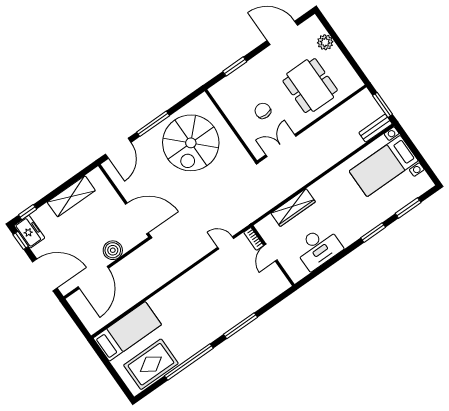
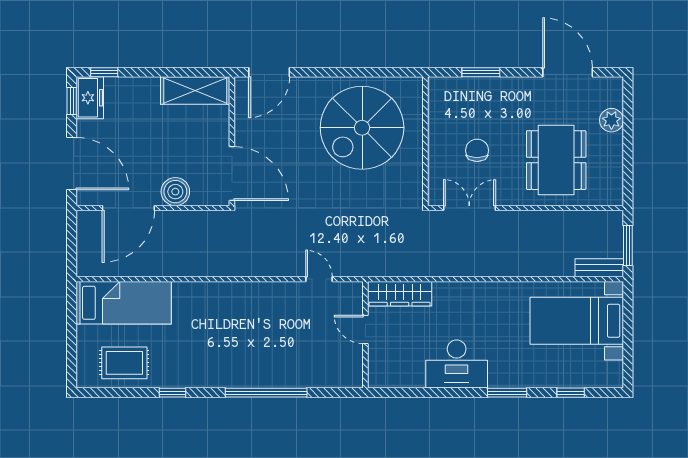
window: (153, 124) -> (332, 72), removed
shelving: (71, 196) -> (195, 90), moved
wardrobe: (293, 208) -> (400, 294), moved
window: (408, 208) -> (571, 393), width x0.67
bookcase: (254, 239) -> (356, 298), removed
desk: (318, 248) -> (457, 364), moved
door: (271, 253) -> (365, 329), hinge flipped
window: (240, 326) -> (266, 393), width x1.46
window: (189, 362) -> (172, 393), width x0.32
rug: (151, 364) -> (124, 363), width x0.73, depth x0.70

